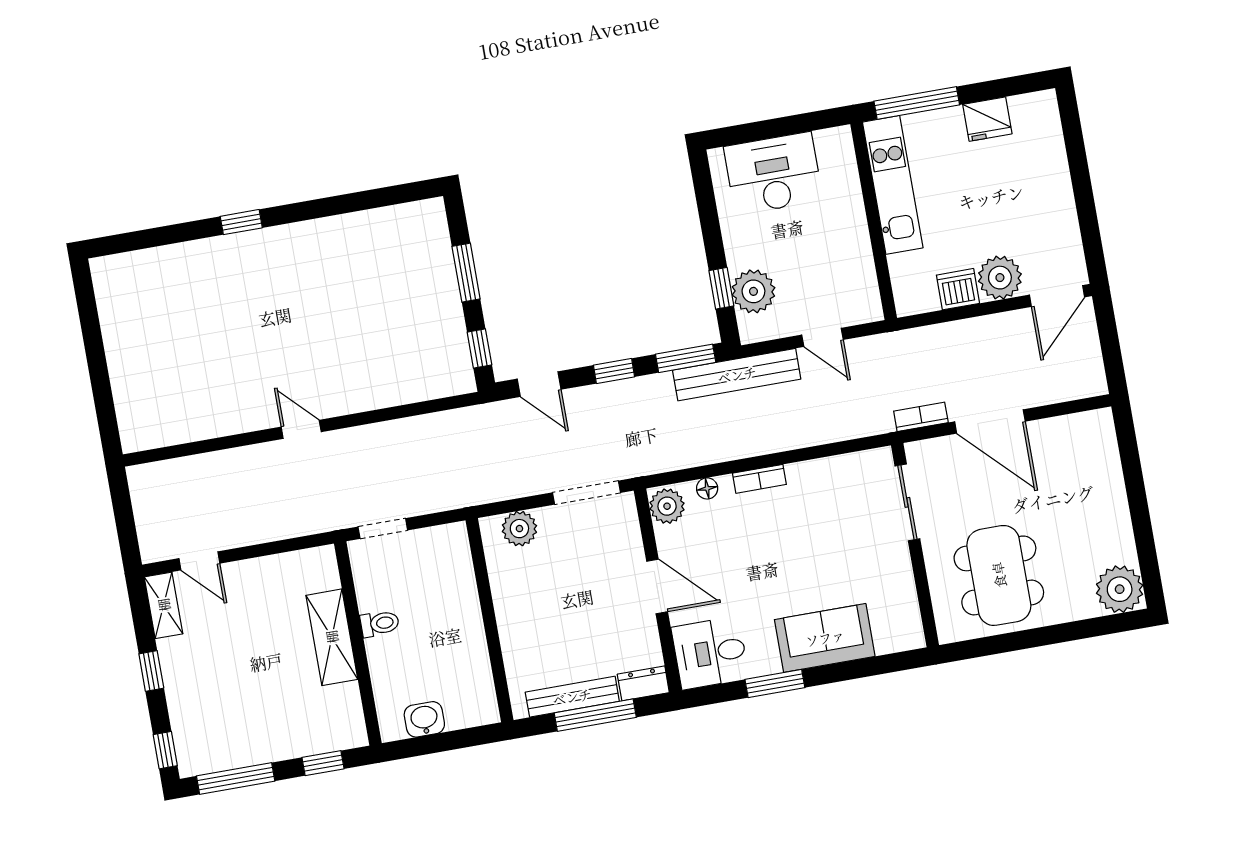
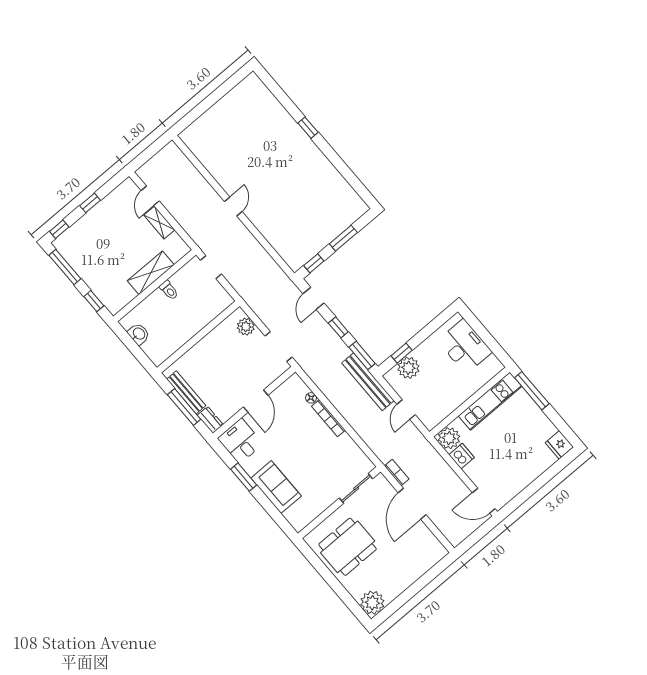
fridge: (987, 119) -> (559, 445), moved
plant: (1000, 278) -> (449, 438), moved
bookcase: (759, 479) -> (329, 418), width x1.56
plant: (667, 506) -> (293, 385), removed
shelving: (164, 605) -> (159, 222), moved, turned 90

